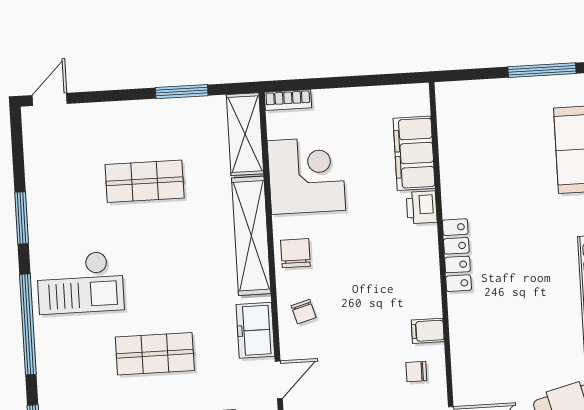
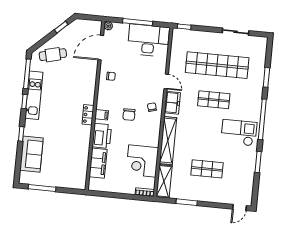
printer: (422, 207) -> (102, 136), width x1.87, depth x1.48
chair: (295, 253) -> (129, 115), moved
locker: (457, 255) -> (88, 115), width x0.66
filing cabinet: (428, 331) -> (102, 115), moved
door: (279, 380) -> (166, 82), swing flipped

